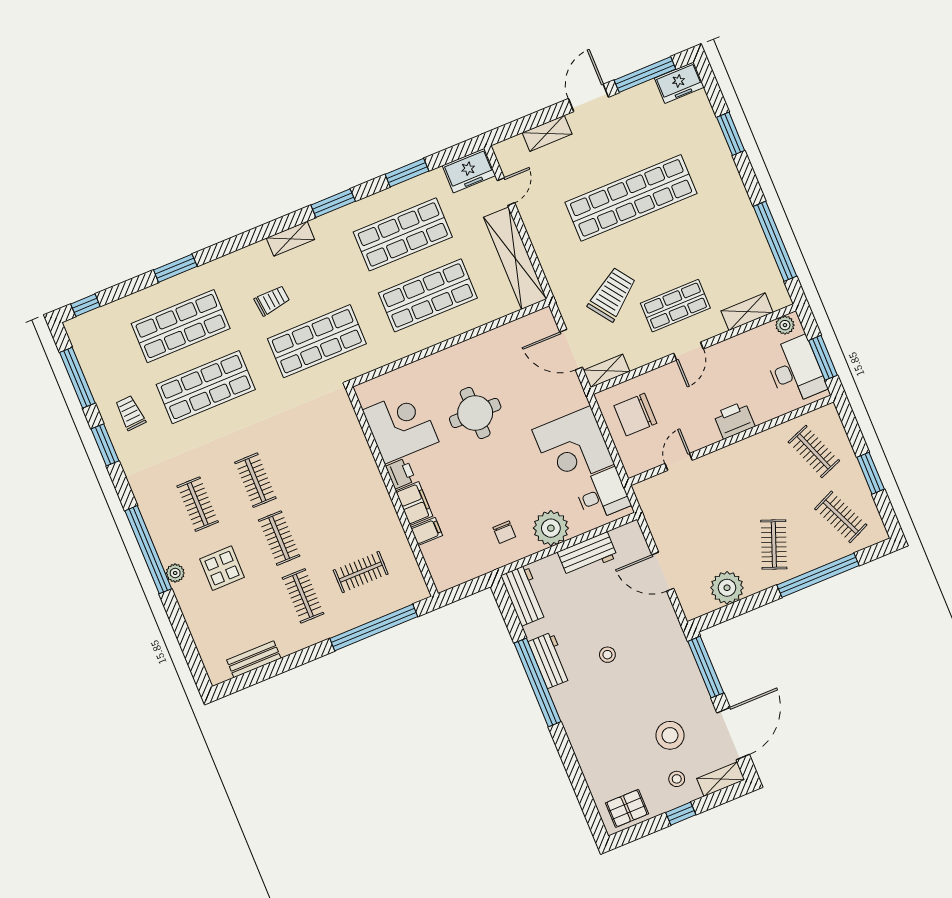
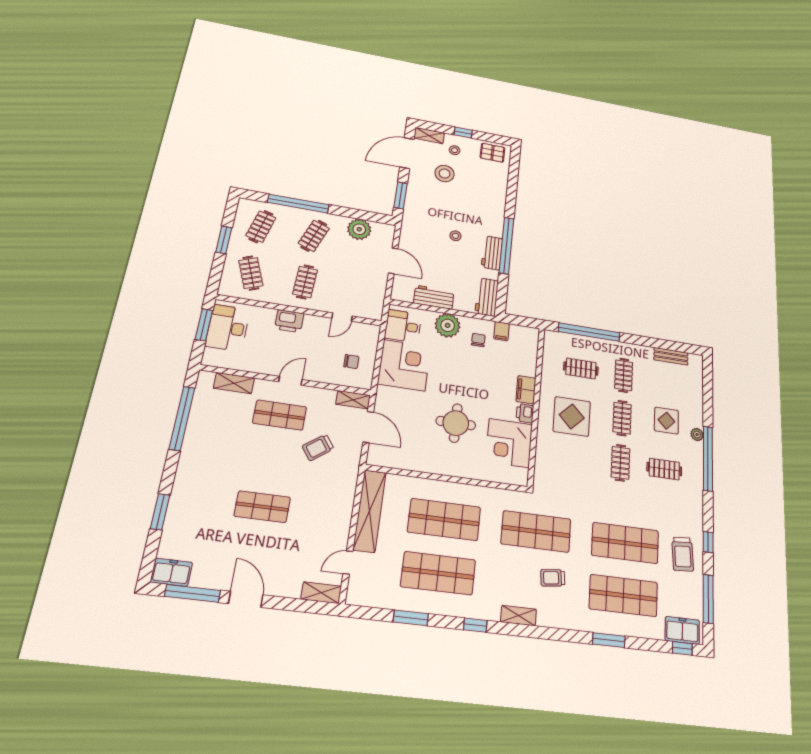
door: (588, 98) -> (246, 599), swing flipped
shelving: (547, 133) -> (321, 593), moved
freezer: (469, 171) -> (682, 630), moved
shop shelf: (631, 198) -> (262, 507), width x0.50, depth x0.74
window: (333, 203) -> (475, 625), width x0.67
trolley: (612, 294) -> (318, 447), width x0.73, depth x0.72
plant: (785, 325) -> (214, 360), removed
trolley: (130, 413) -> (683, 554), width x1.36, depth x1.39
chair: (635, 415) -> (351, 362), width x0.54, depth x0.54
window: (105, 445) -> (708, 542), width x0.67
clothes rail: (747, 479) -> (305, 282), added
display table: (342, 503) -> (572, 416), added
clothes rail: (198, 504) -> (664, 469), turned 90
clothes rail: (841, 517) -> (261, 227), turned 39
filing cabinet: (427, 531) -> (501, 331), moved, turned -90
window: (706, 667) -> (401, 195), width x0.69

